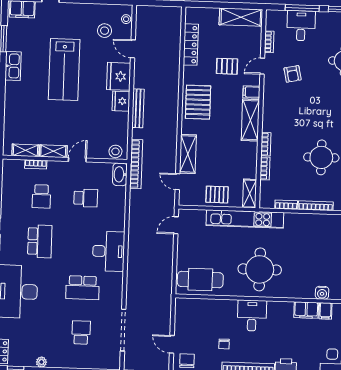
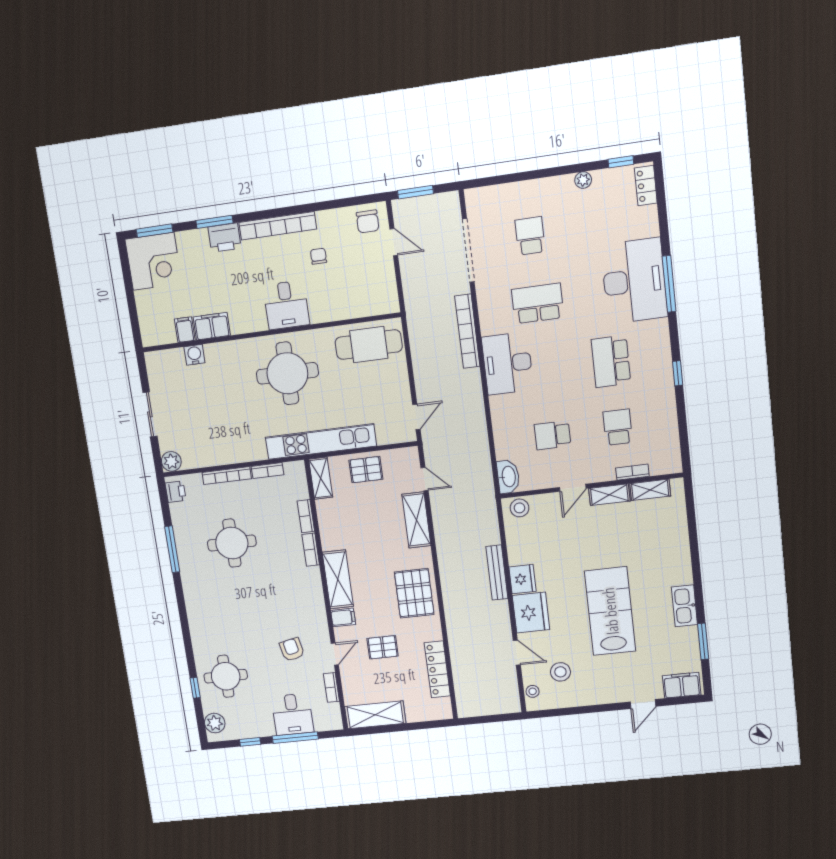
bookcase: (136, 164) -> (467, 331), moved
school desk: (81, 333) -> (530, 236), turned 180

